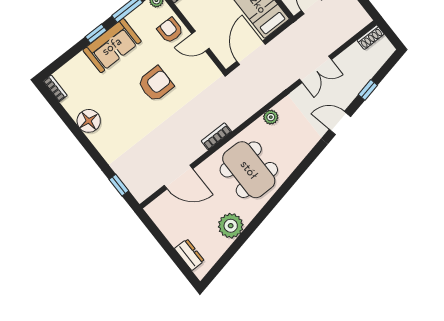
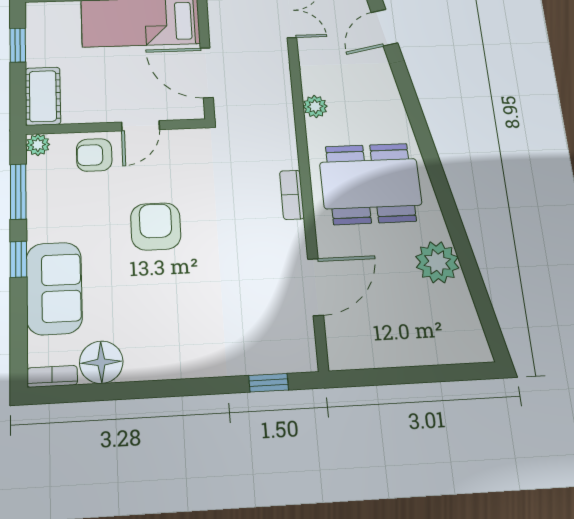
sofa: (112, 46) -> (54, 288), moved
floor lamp: (89, 121) -> (101, 362), moved
dresser: (189, 255) -> (444, 350), removed

